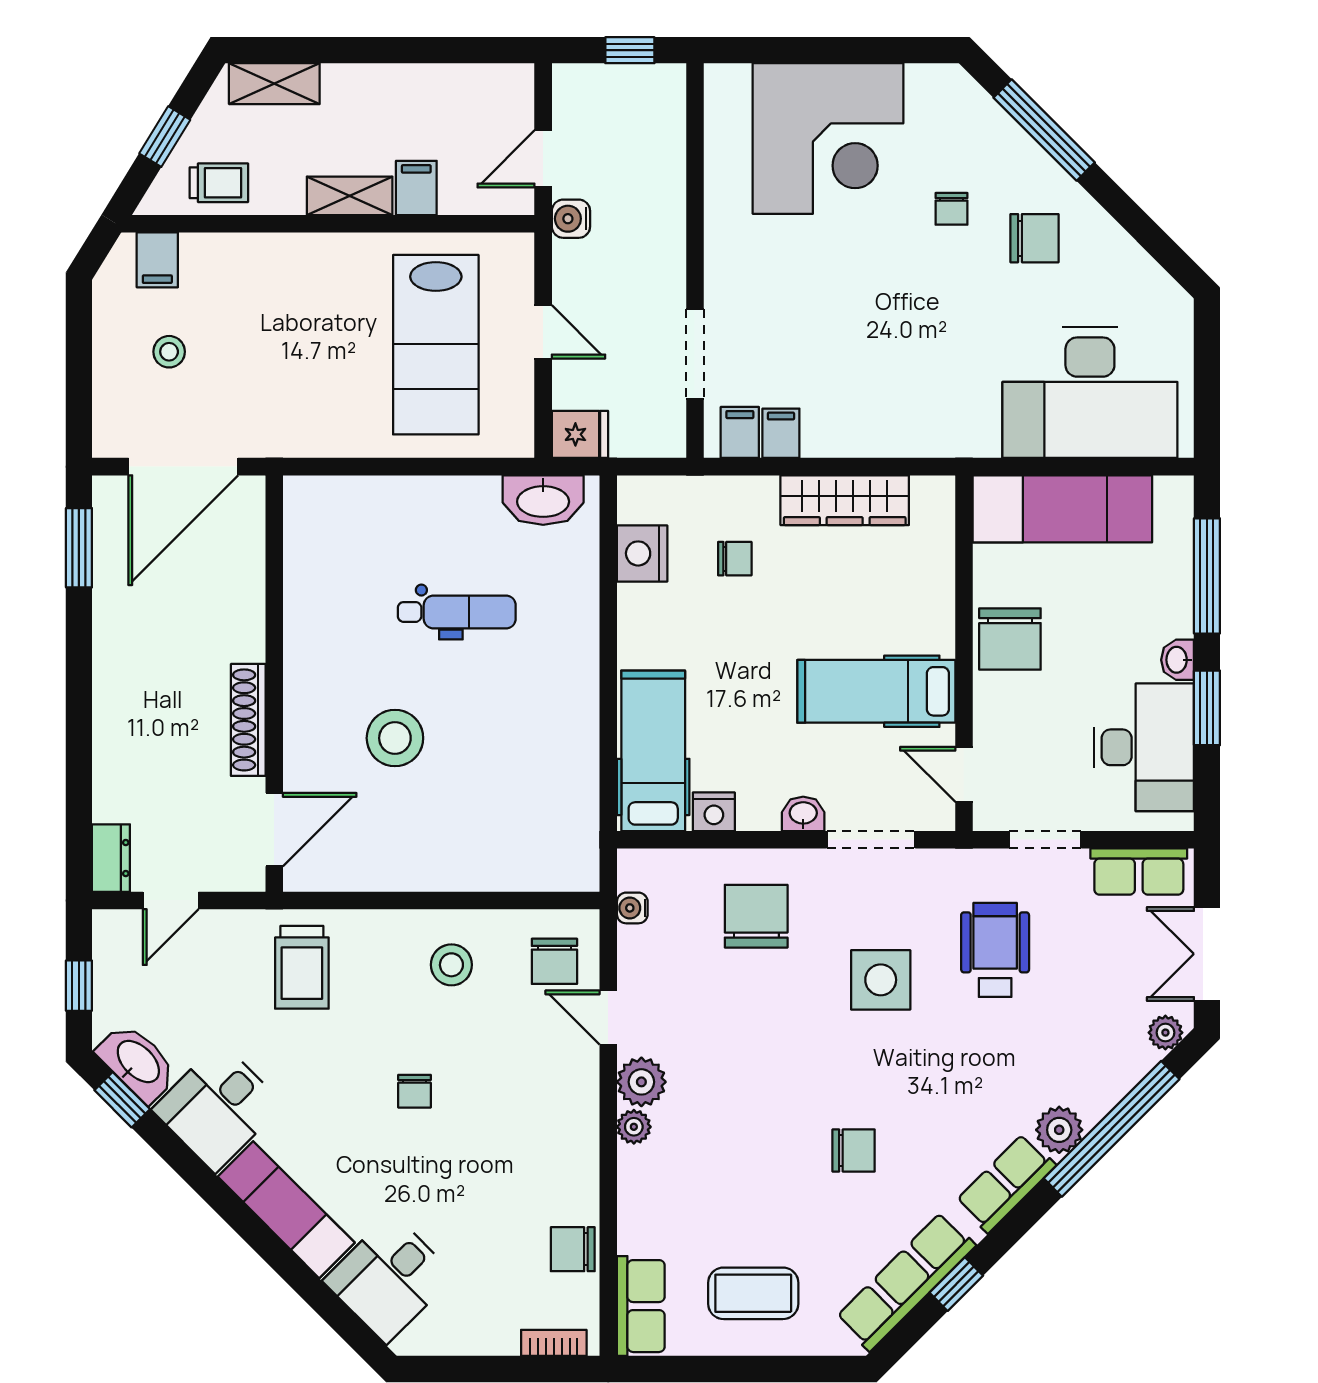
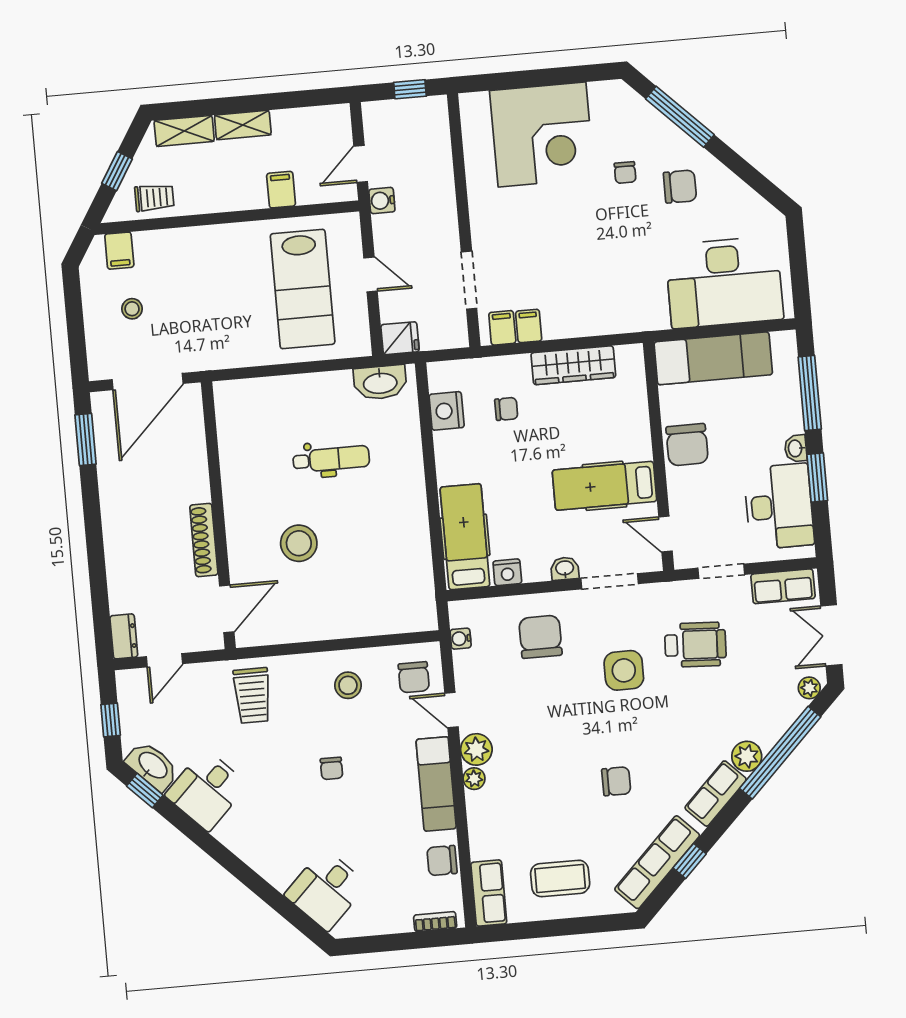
shelving: (350, 196) -> (243, 125), moved
wheelchair: (995, 950) -> (695, 645), turned 93
exam couch: (286, 1210) -> (436, 784), moved, turned -135

